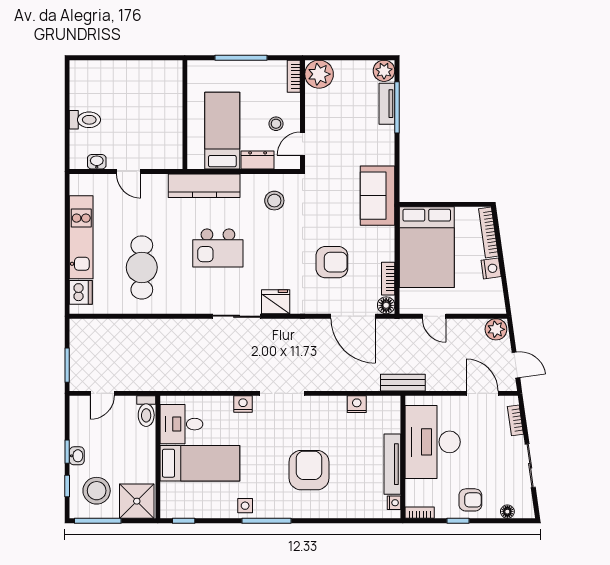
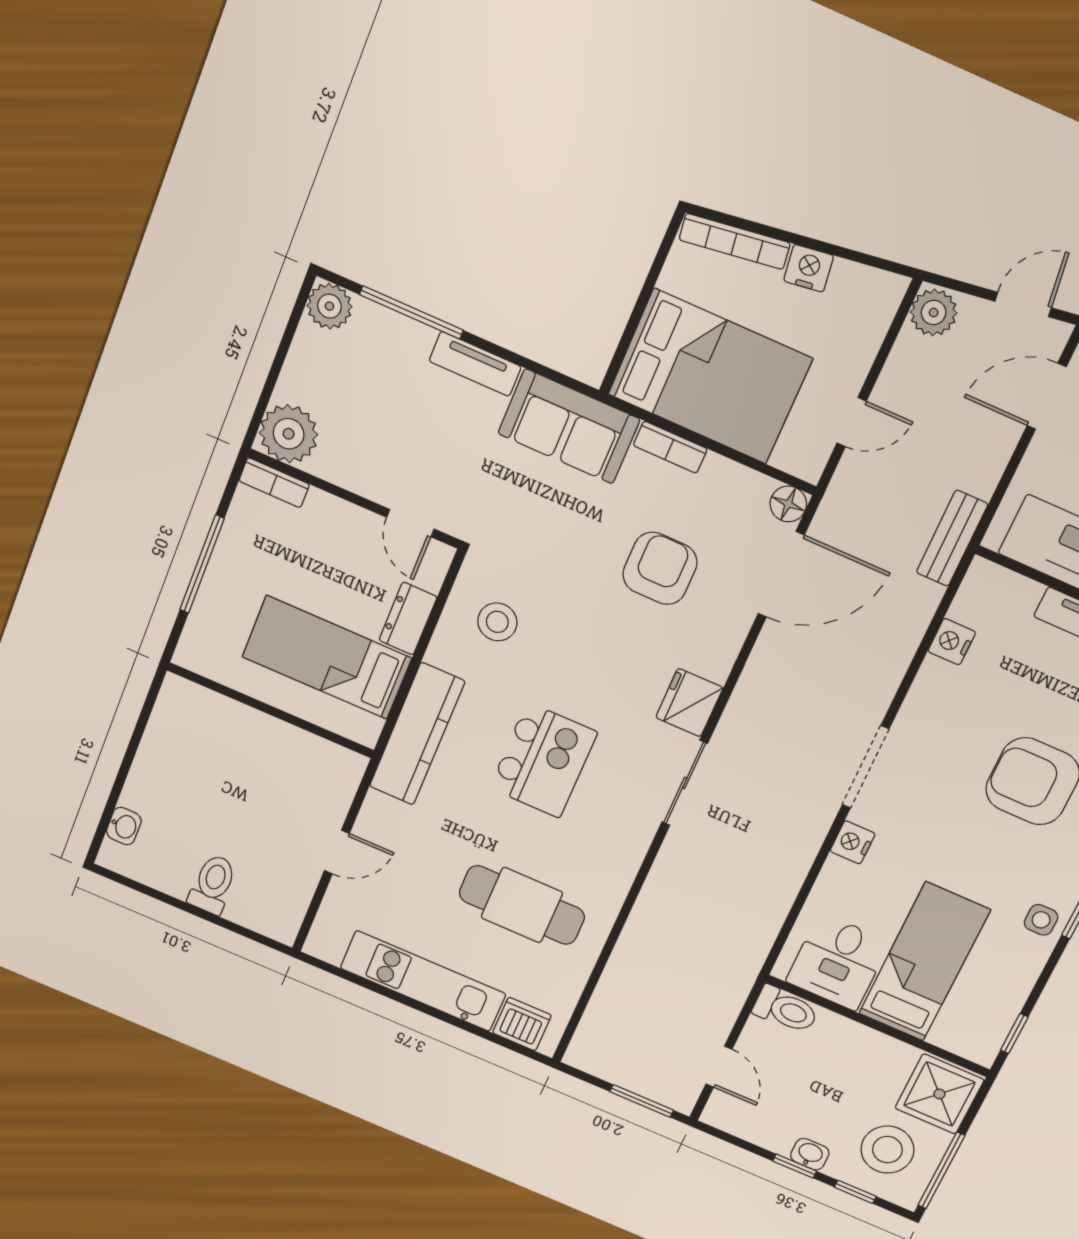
tv unit: (387, 104) -> (475, 364), moved
stool: (276, 124) -> (352, 555), removed
washbasin: (97, 162) -> (124, 826), moved, turned 180
bookcase: (388, 279) -> (670, 447), moved

